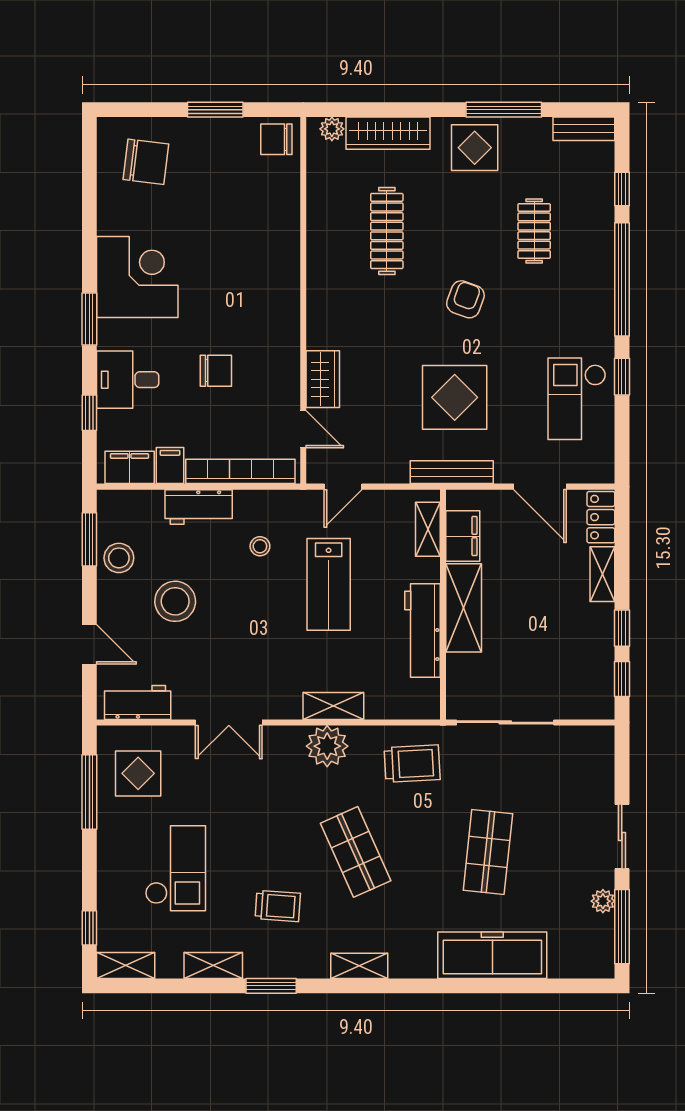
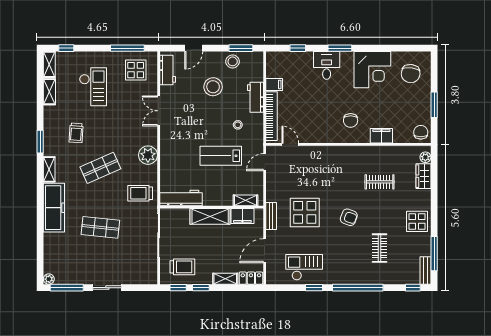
window: (504, 110) -> (434, 254), moved
wardrobe: (388, 133) -> (423, 176), width x0.67
window: (622, 189) -> (413, 288), moved
clothes rail: (387, 231) -> (380, 182), width x0.73
clothes rail: (534, 231) -> (380, 248), turned 90
corner desk: (137, 277) -> (372, 70), moved
chair: (216, 371) -> (351, 120), moved
wardrobe: (323, 379) -> (313, 153), removed
desk: (128, 380) -> (327, 65), moved
door: (303, 429) -> (290, 144), swing flipped
filing cabinet: (130, 467) -> (381, 136), moved, turned -90
bench: (452, 472) -> (271, 216), width x0.73
door: (343, 487) -> (265, 162), hinge flipped
workbench: (422, 630) -> (181, 198), moved
trolley: (576, 669) -> (182, 267), added
shelving: (333, 706) -> (166, 158), removed
trolley: (412, 764) -> (140, 193), turned 93
checkout: (175, 868) -> (93, 87), turned -90
plant: (603, 901) -> (49, 279), moved
freezer: (492, 955) -> (54, 208), moved
shelving: (213, 965) -> (49, 92), moved
window: (271, 986) -> (40, 142), moved

